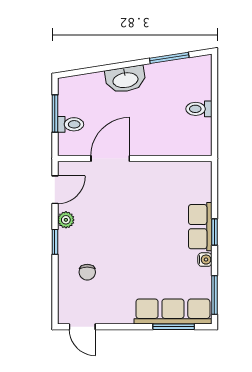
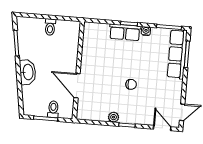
door: (55, 190) -> (162, 128), moved
chair: (87, 272) -> (131, 84), moved

